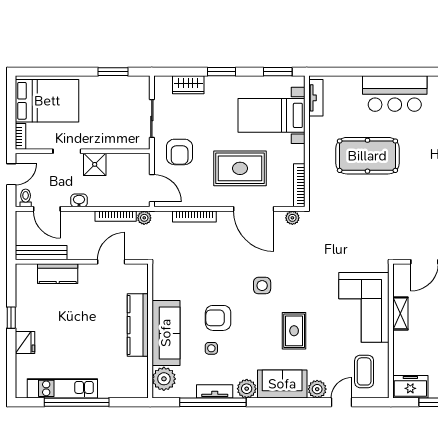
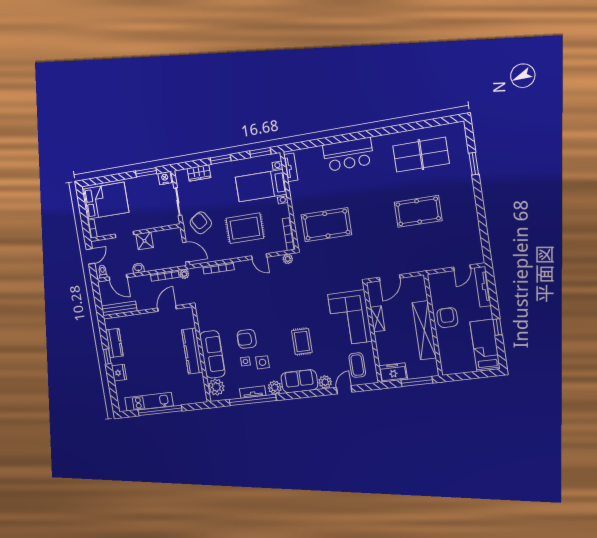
nightstand: (139, 84) -> (165, 178), added
armchair: (180, 152) -> (201, 223), turned 148
pool table: (367, 156) -> (326, 225), moved
door: (254, 209) -> (259, 256), width x0.53
kitchen counter: (58, 274) -> (114, 343), moved, turned -90
side table: (262, 286) -> (262, 362), moved

